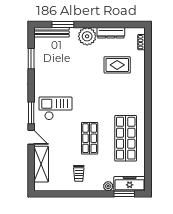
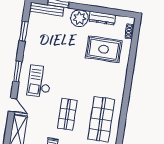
rug: (117, 65) -> (104, 49), width x1.36, depth x1.43
checkout: (56, 108) -> (40, 81), turned -90
window: (31, 113) -> (18, 71), moved

